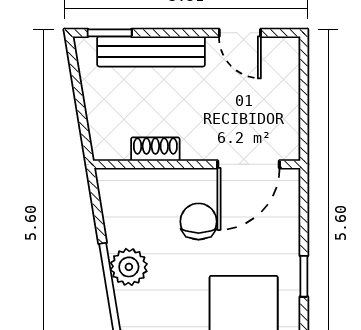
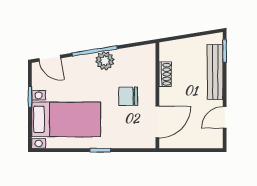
door: (249, 164) -> (157, 122), swing flipped
chair: (199, 222) -> (128, 96), turned 180

